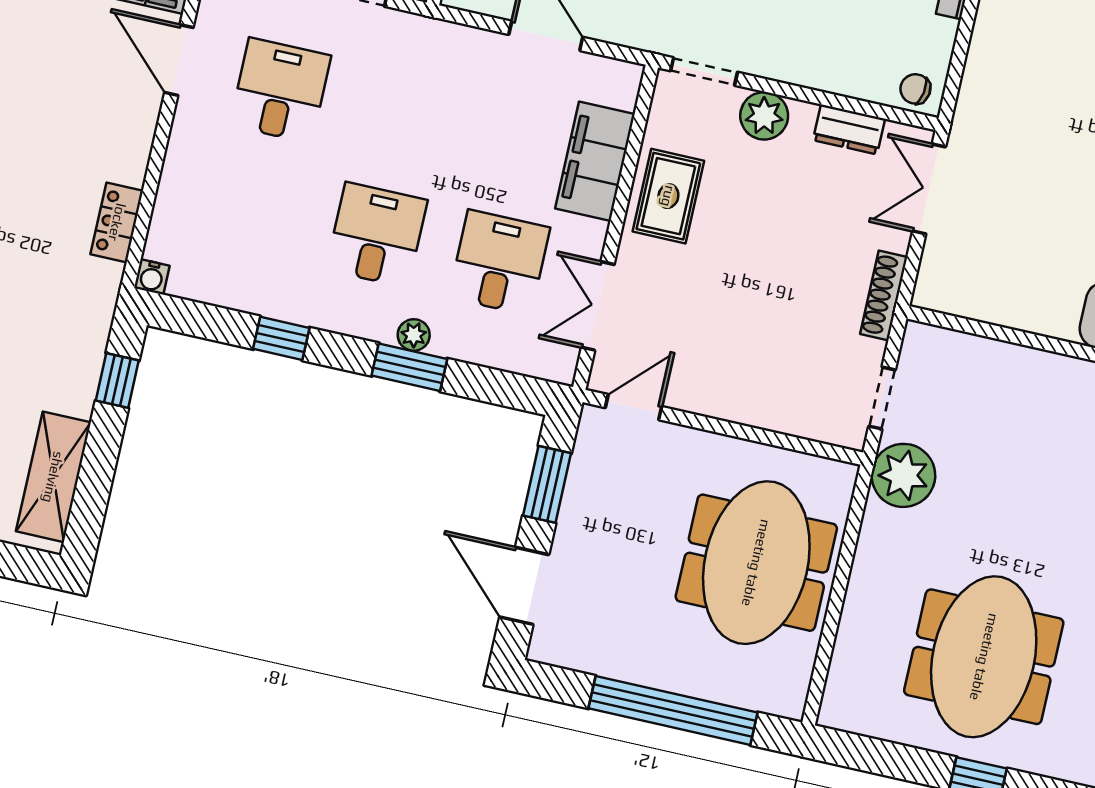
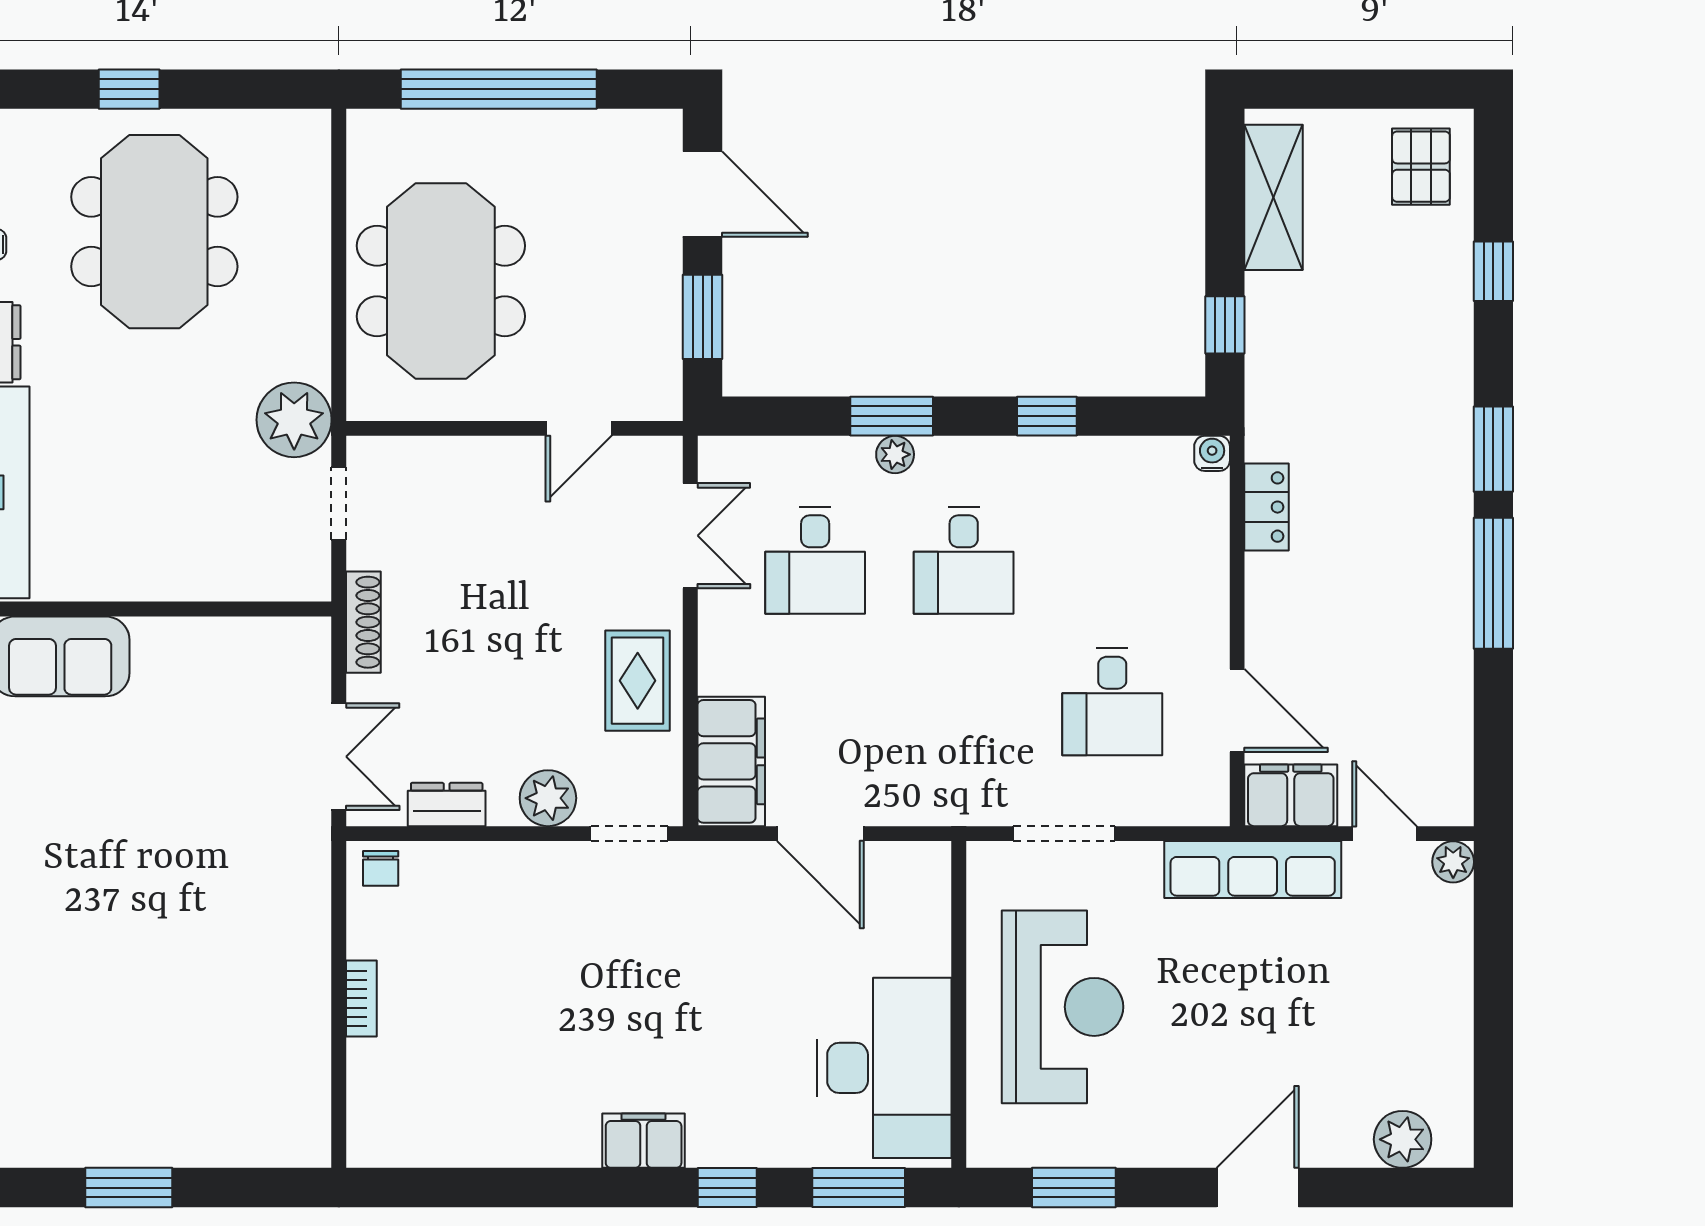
chair: (915, 89) -> (381, 868), turned 81
filing cabinet: (595, 161) -> (731, 761), moved
door: (633, 407) -> (579, 428), moved

